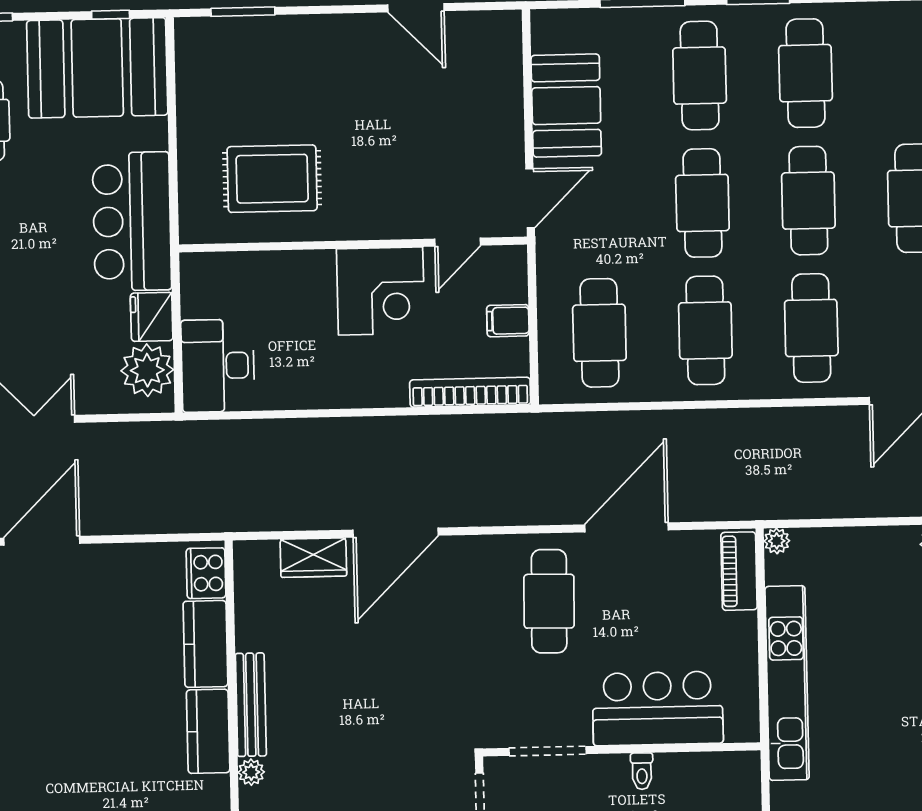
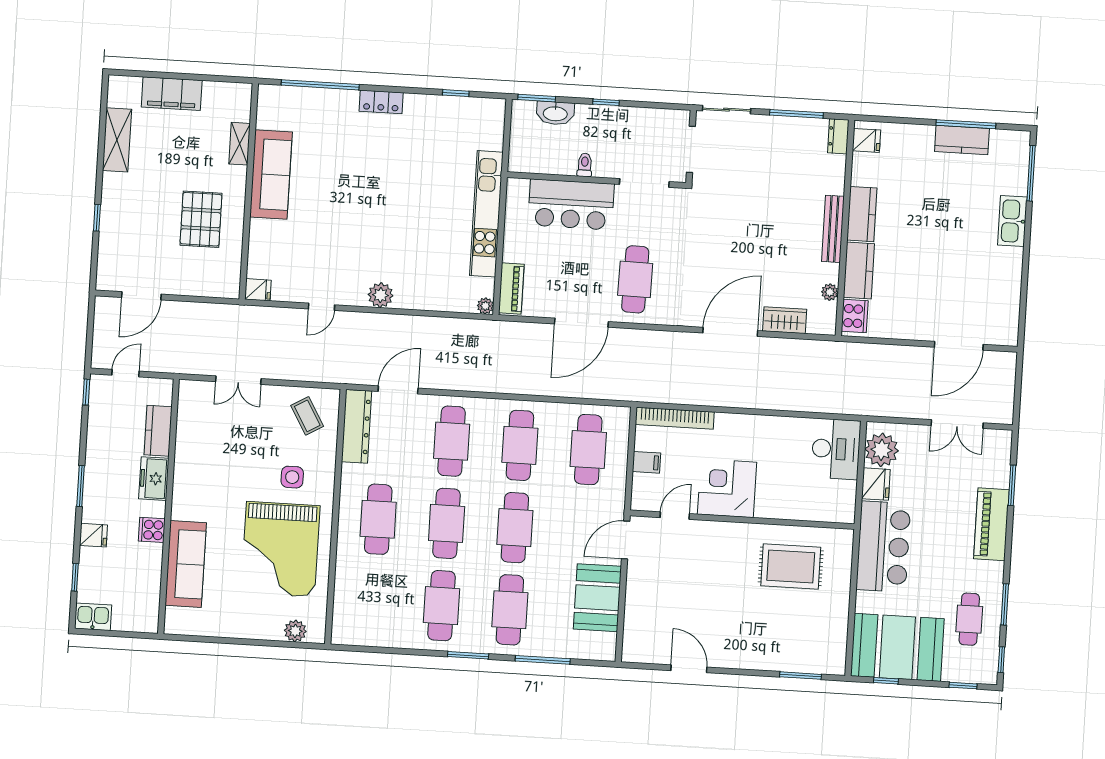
plant: (251, 772) -> (830, 292), moved

